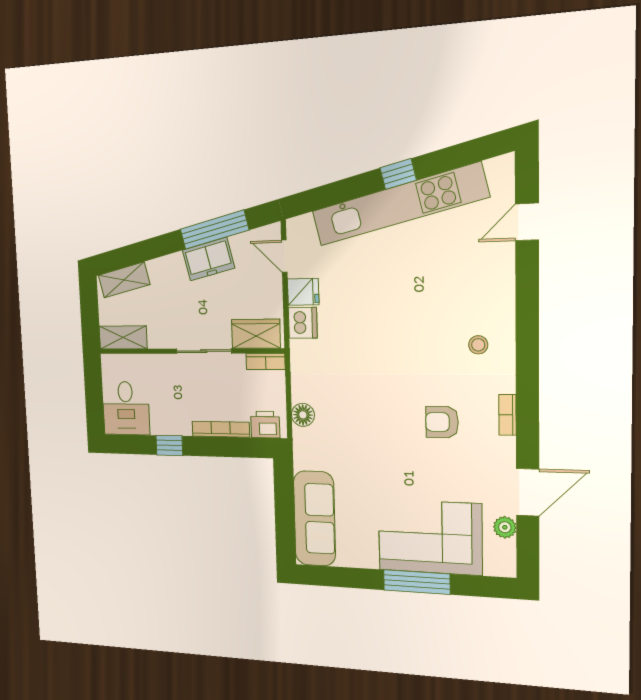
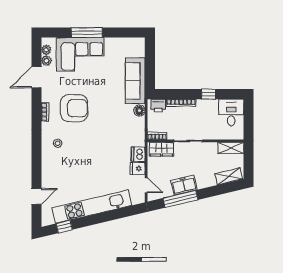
window: (398, 174) -> (64, 227), moved
armchair: (442, 422) -> (74, 108), width x1.88, depth x1.88
sofa: (314, 519) -> (135, 81), moved
plant: (506, 551) -> (46, 50), added

